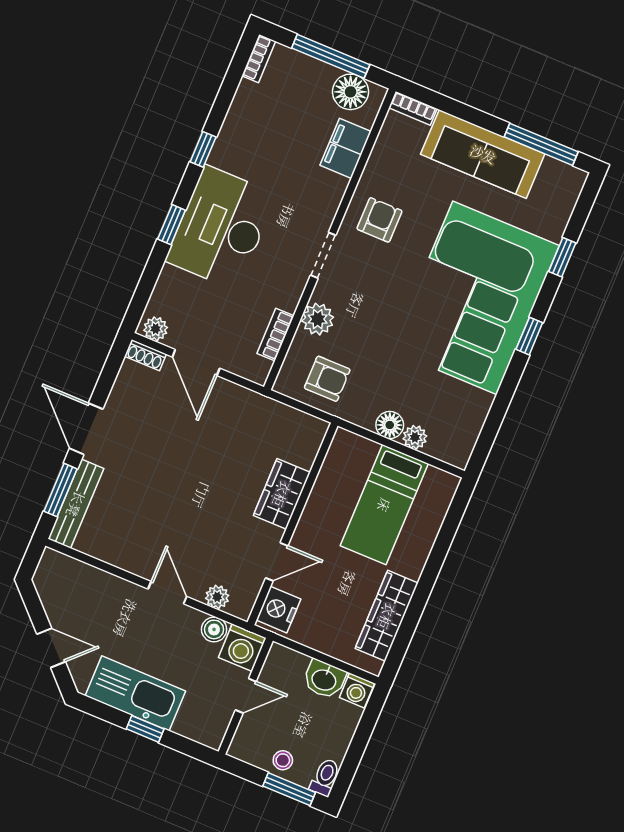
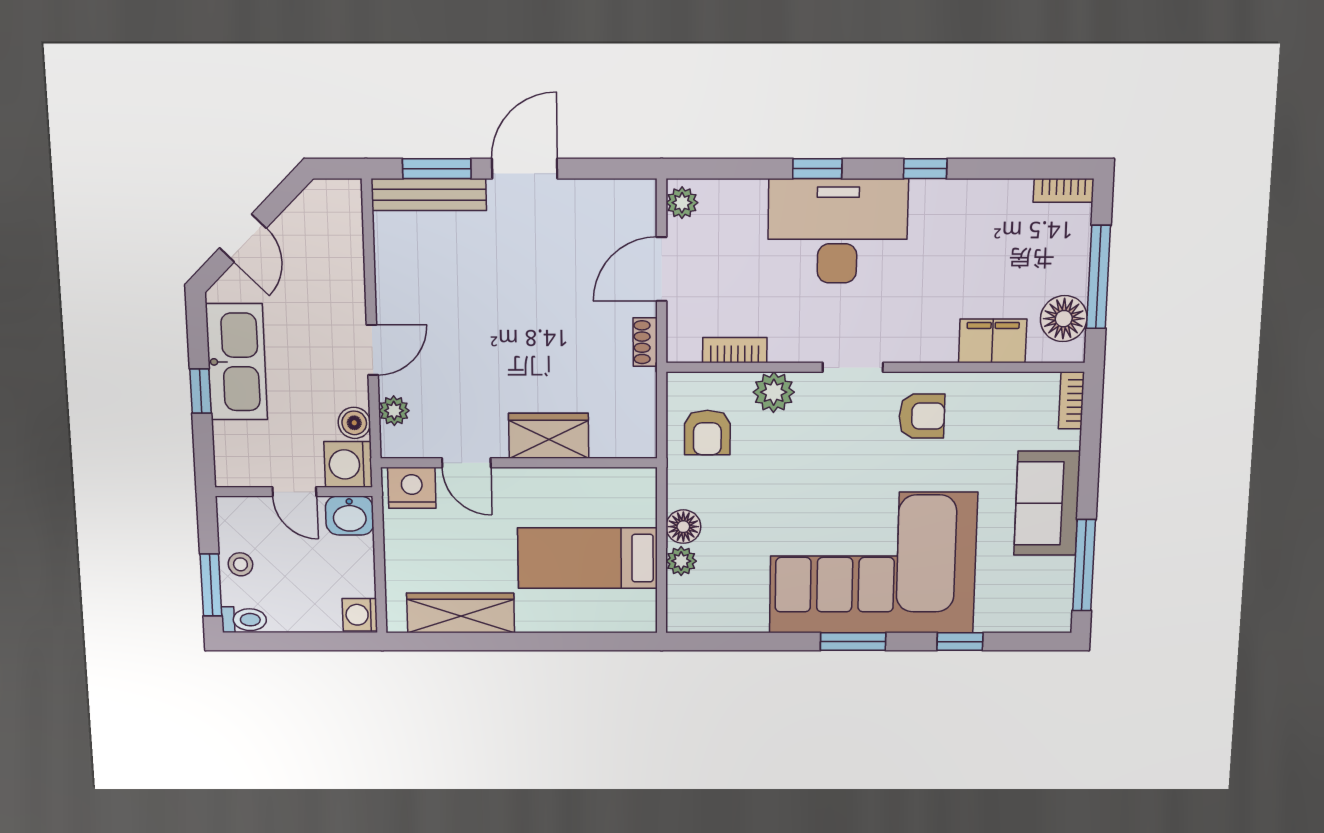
sofa: (483, 154) -> (1047, 503), width x0.73
window: (529, 336) -> (853, 641), width x1.50
shoe rack: (145, 355) -> (645, 342), moved
washbasin: (324, 679) -> (350, 516), moved, turned -90

